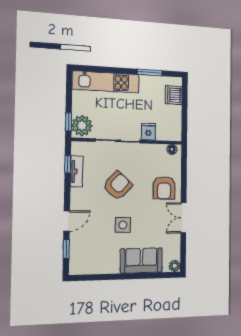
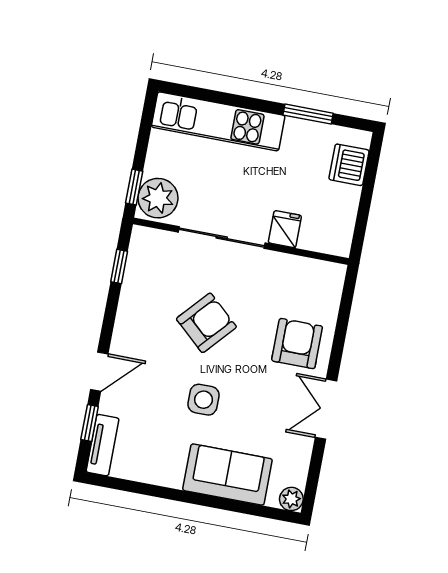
floor lamp: (172, 149) -> (326, 271), removed
tv unit: (77, 171) -> (103, 445), moved
armchair: (164, 188) -> (297, 344), turned 180

